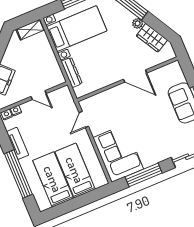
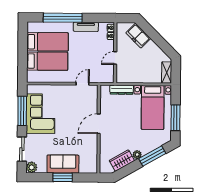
door: (135, 76) -> (99, 124), moved
door: (84, 120) -> (83, 84), hinge flipped
corner sofa: (118, 153) -> (41, 114), moved, turned -90

